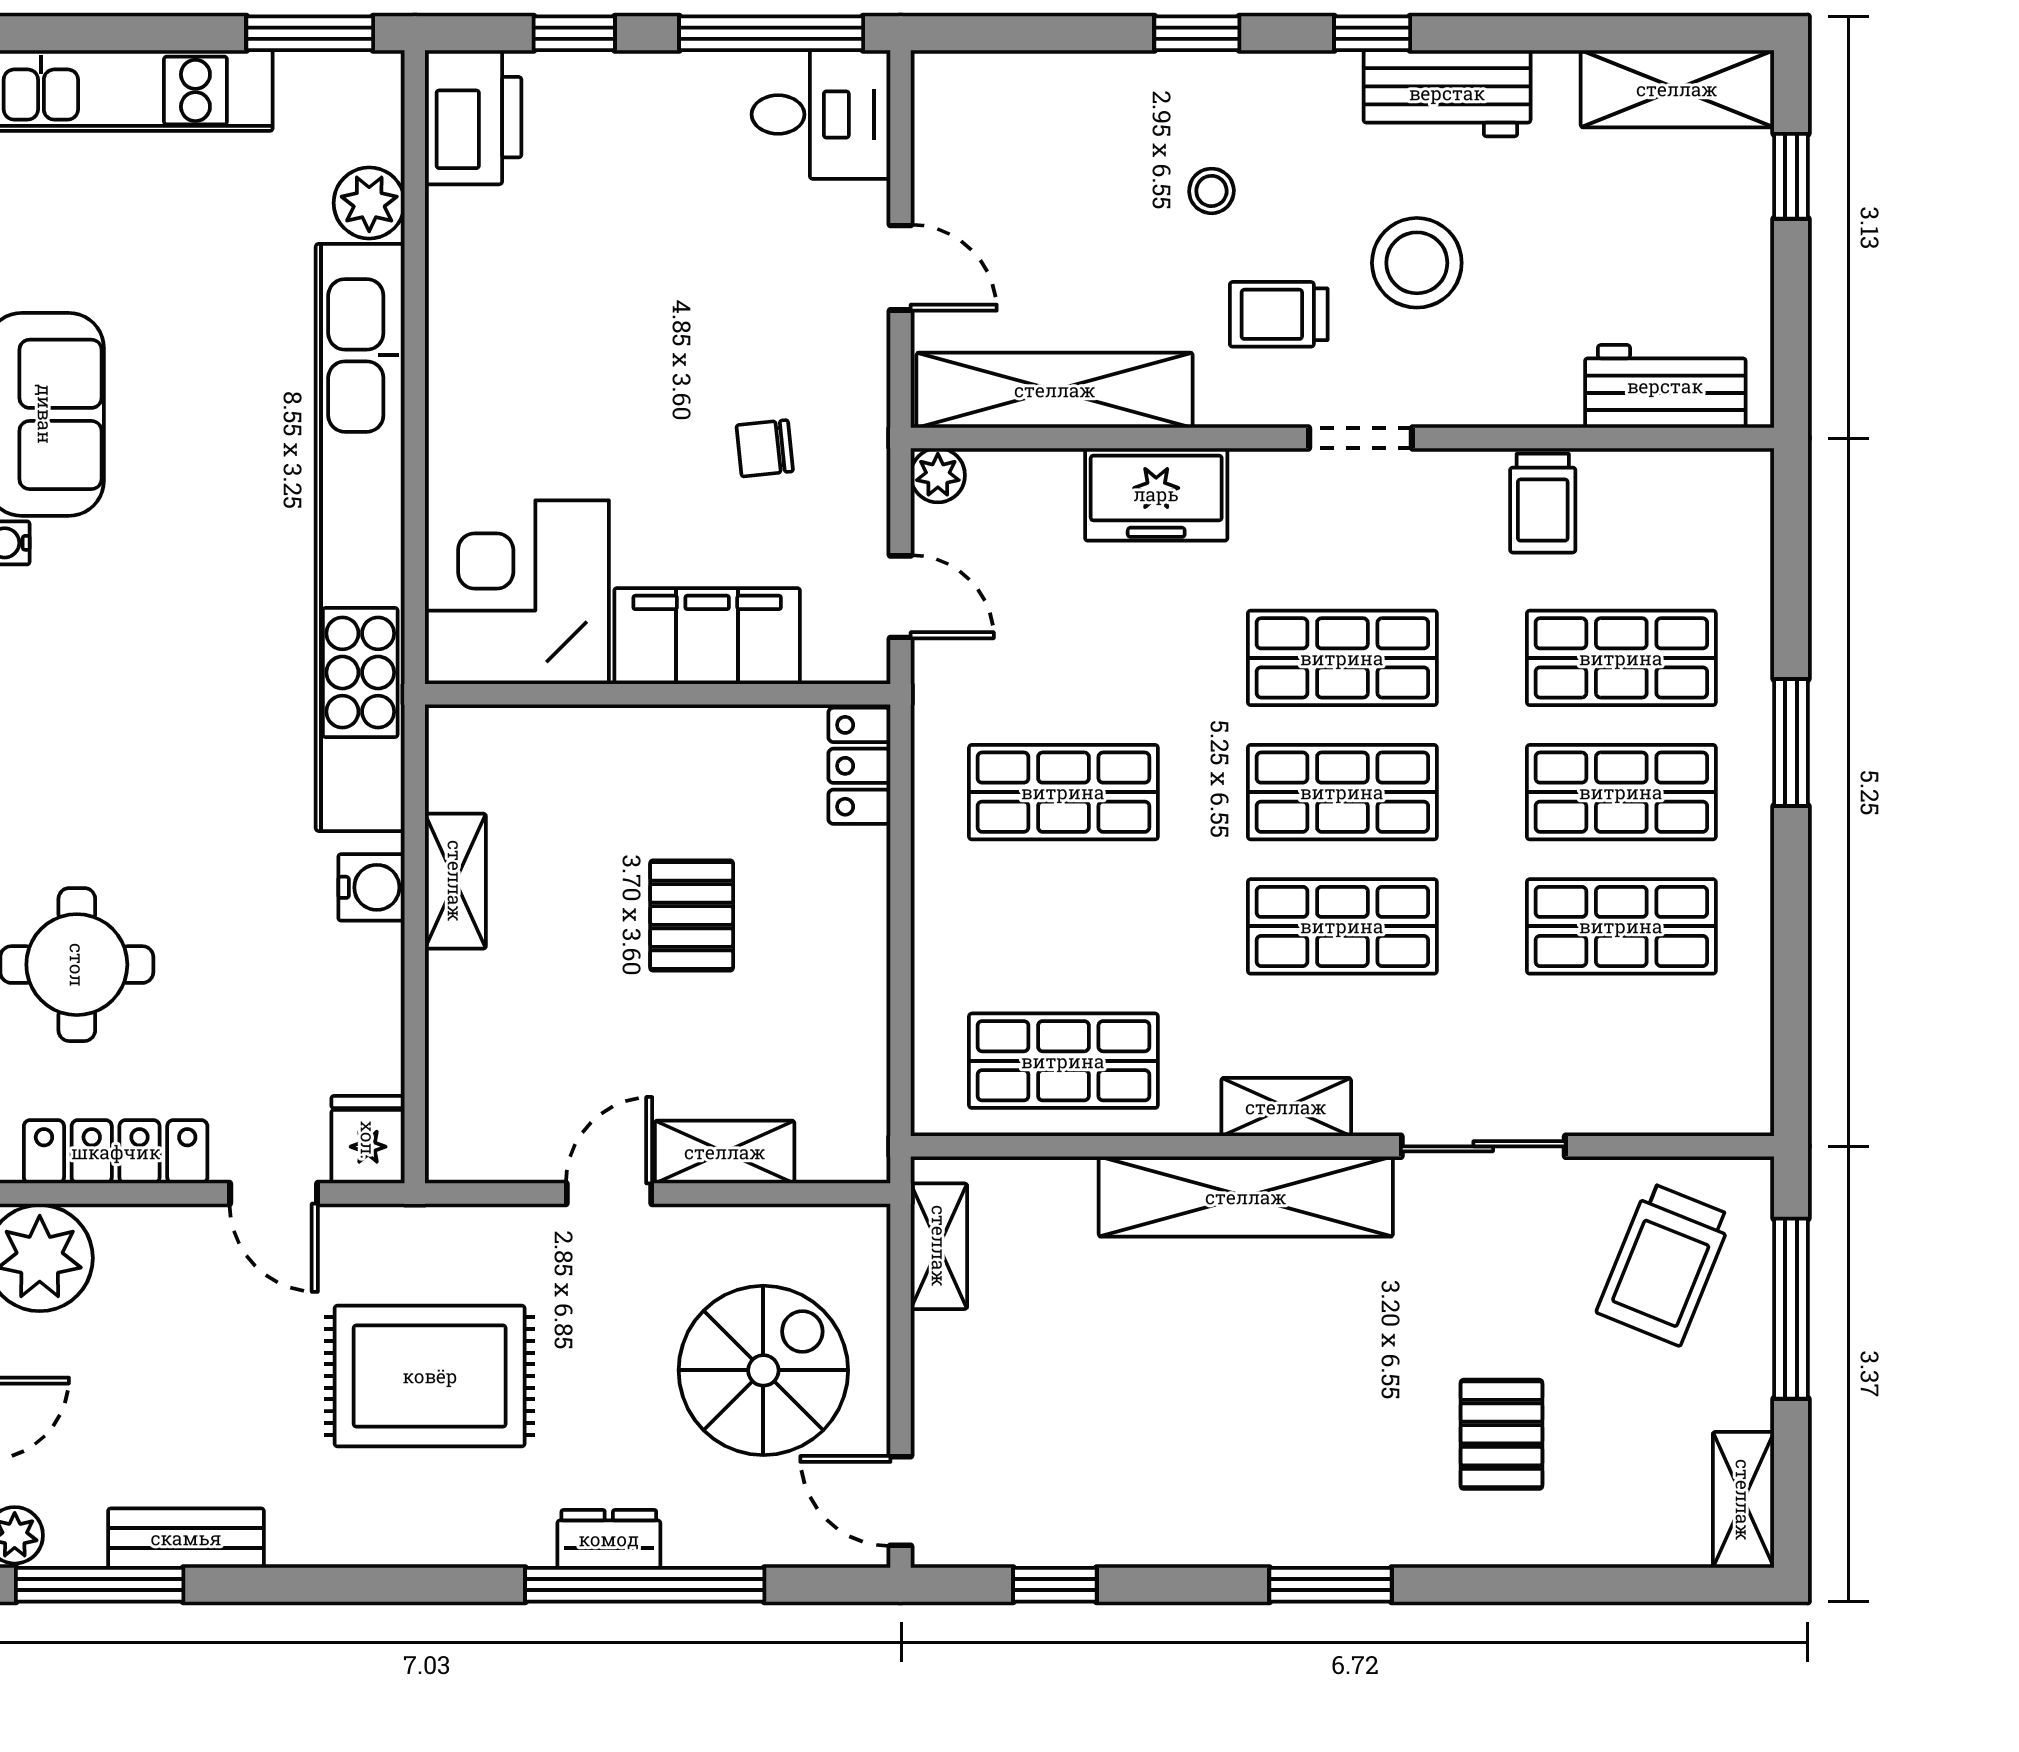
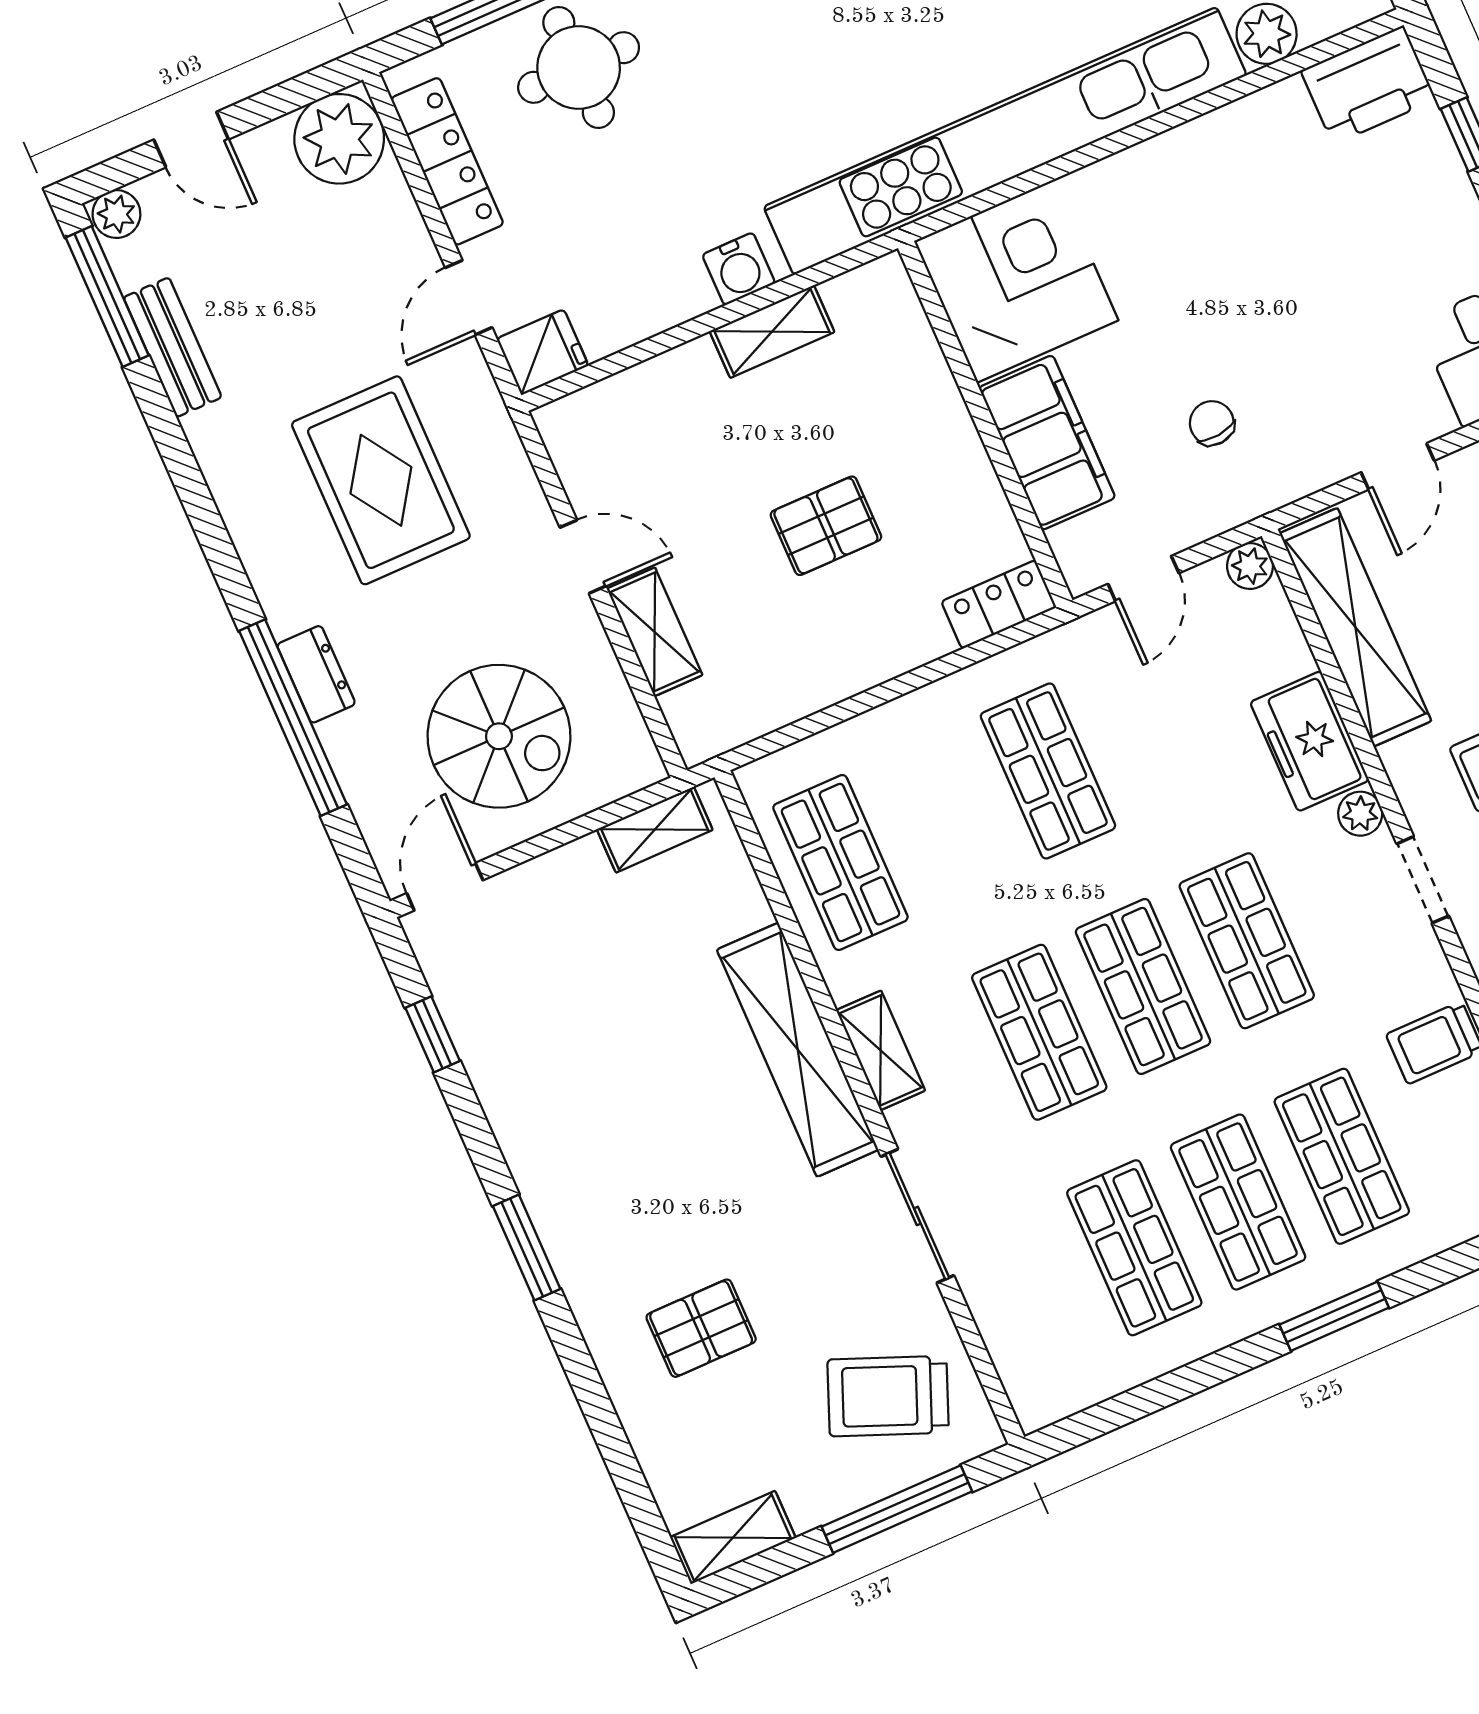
plant: (1259, 474) -> (1360, 814), added

